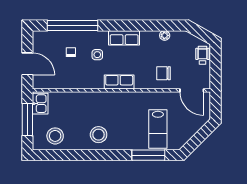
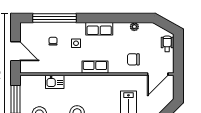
door: (192, 90) -> (158, 74), hinge flipped
kitchen sink: (40, 104) -> (55, 82), moved, turned 90

